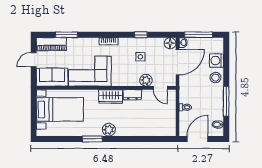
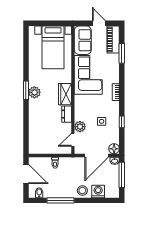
door: (177, 62) -> (97, 156), hinge flipped
window: (92, 139) -> (26, 90), moved

